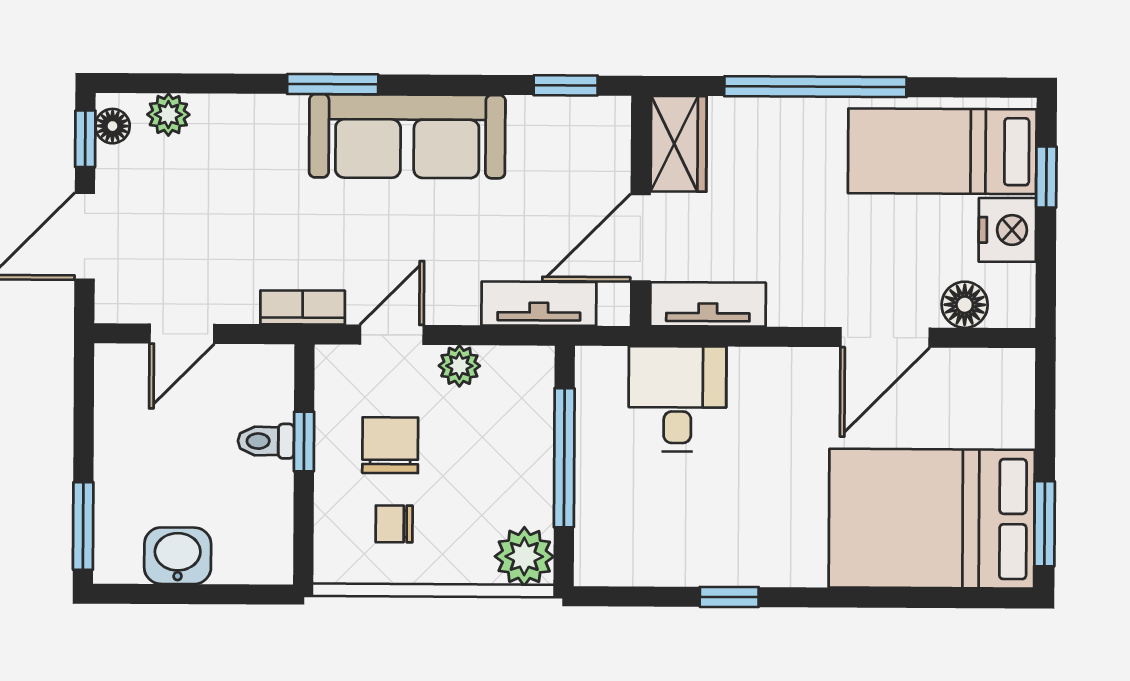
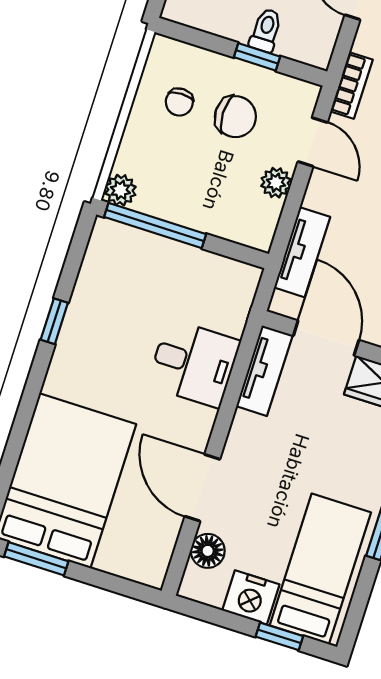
desk: (677, 399) -> (194, 363), moved
window: (564, 458) -> (155, 225), moved
chair: (394, 524) -> (179, 102), turned 180
plant: (524, 556) -> (120, 190), width x0.73, depth x0.73

